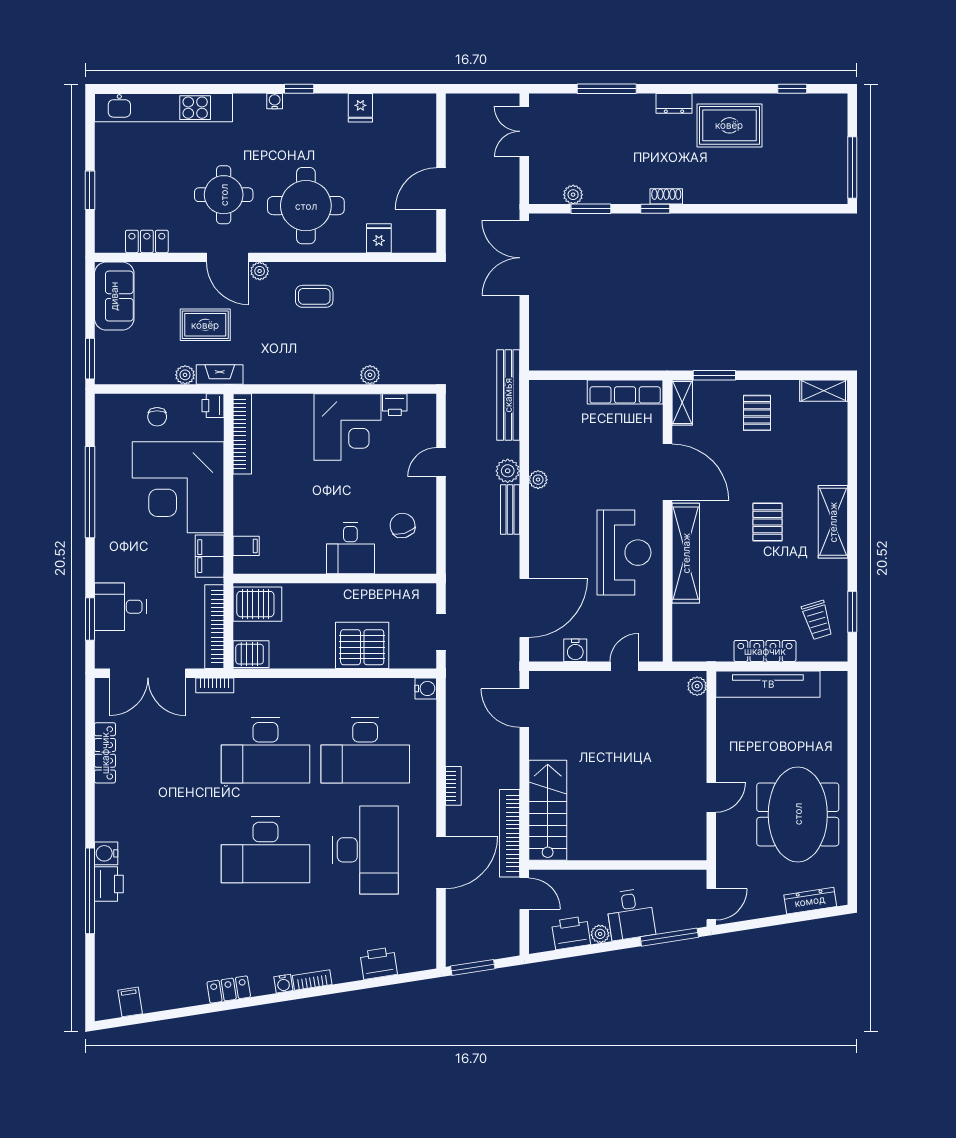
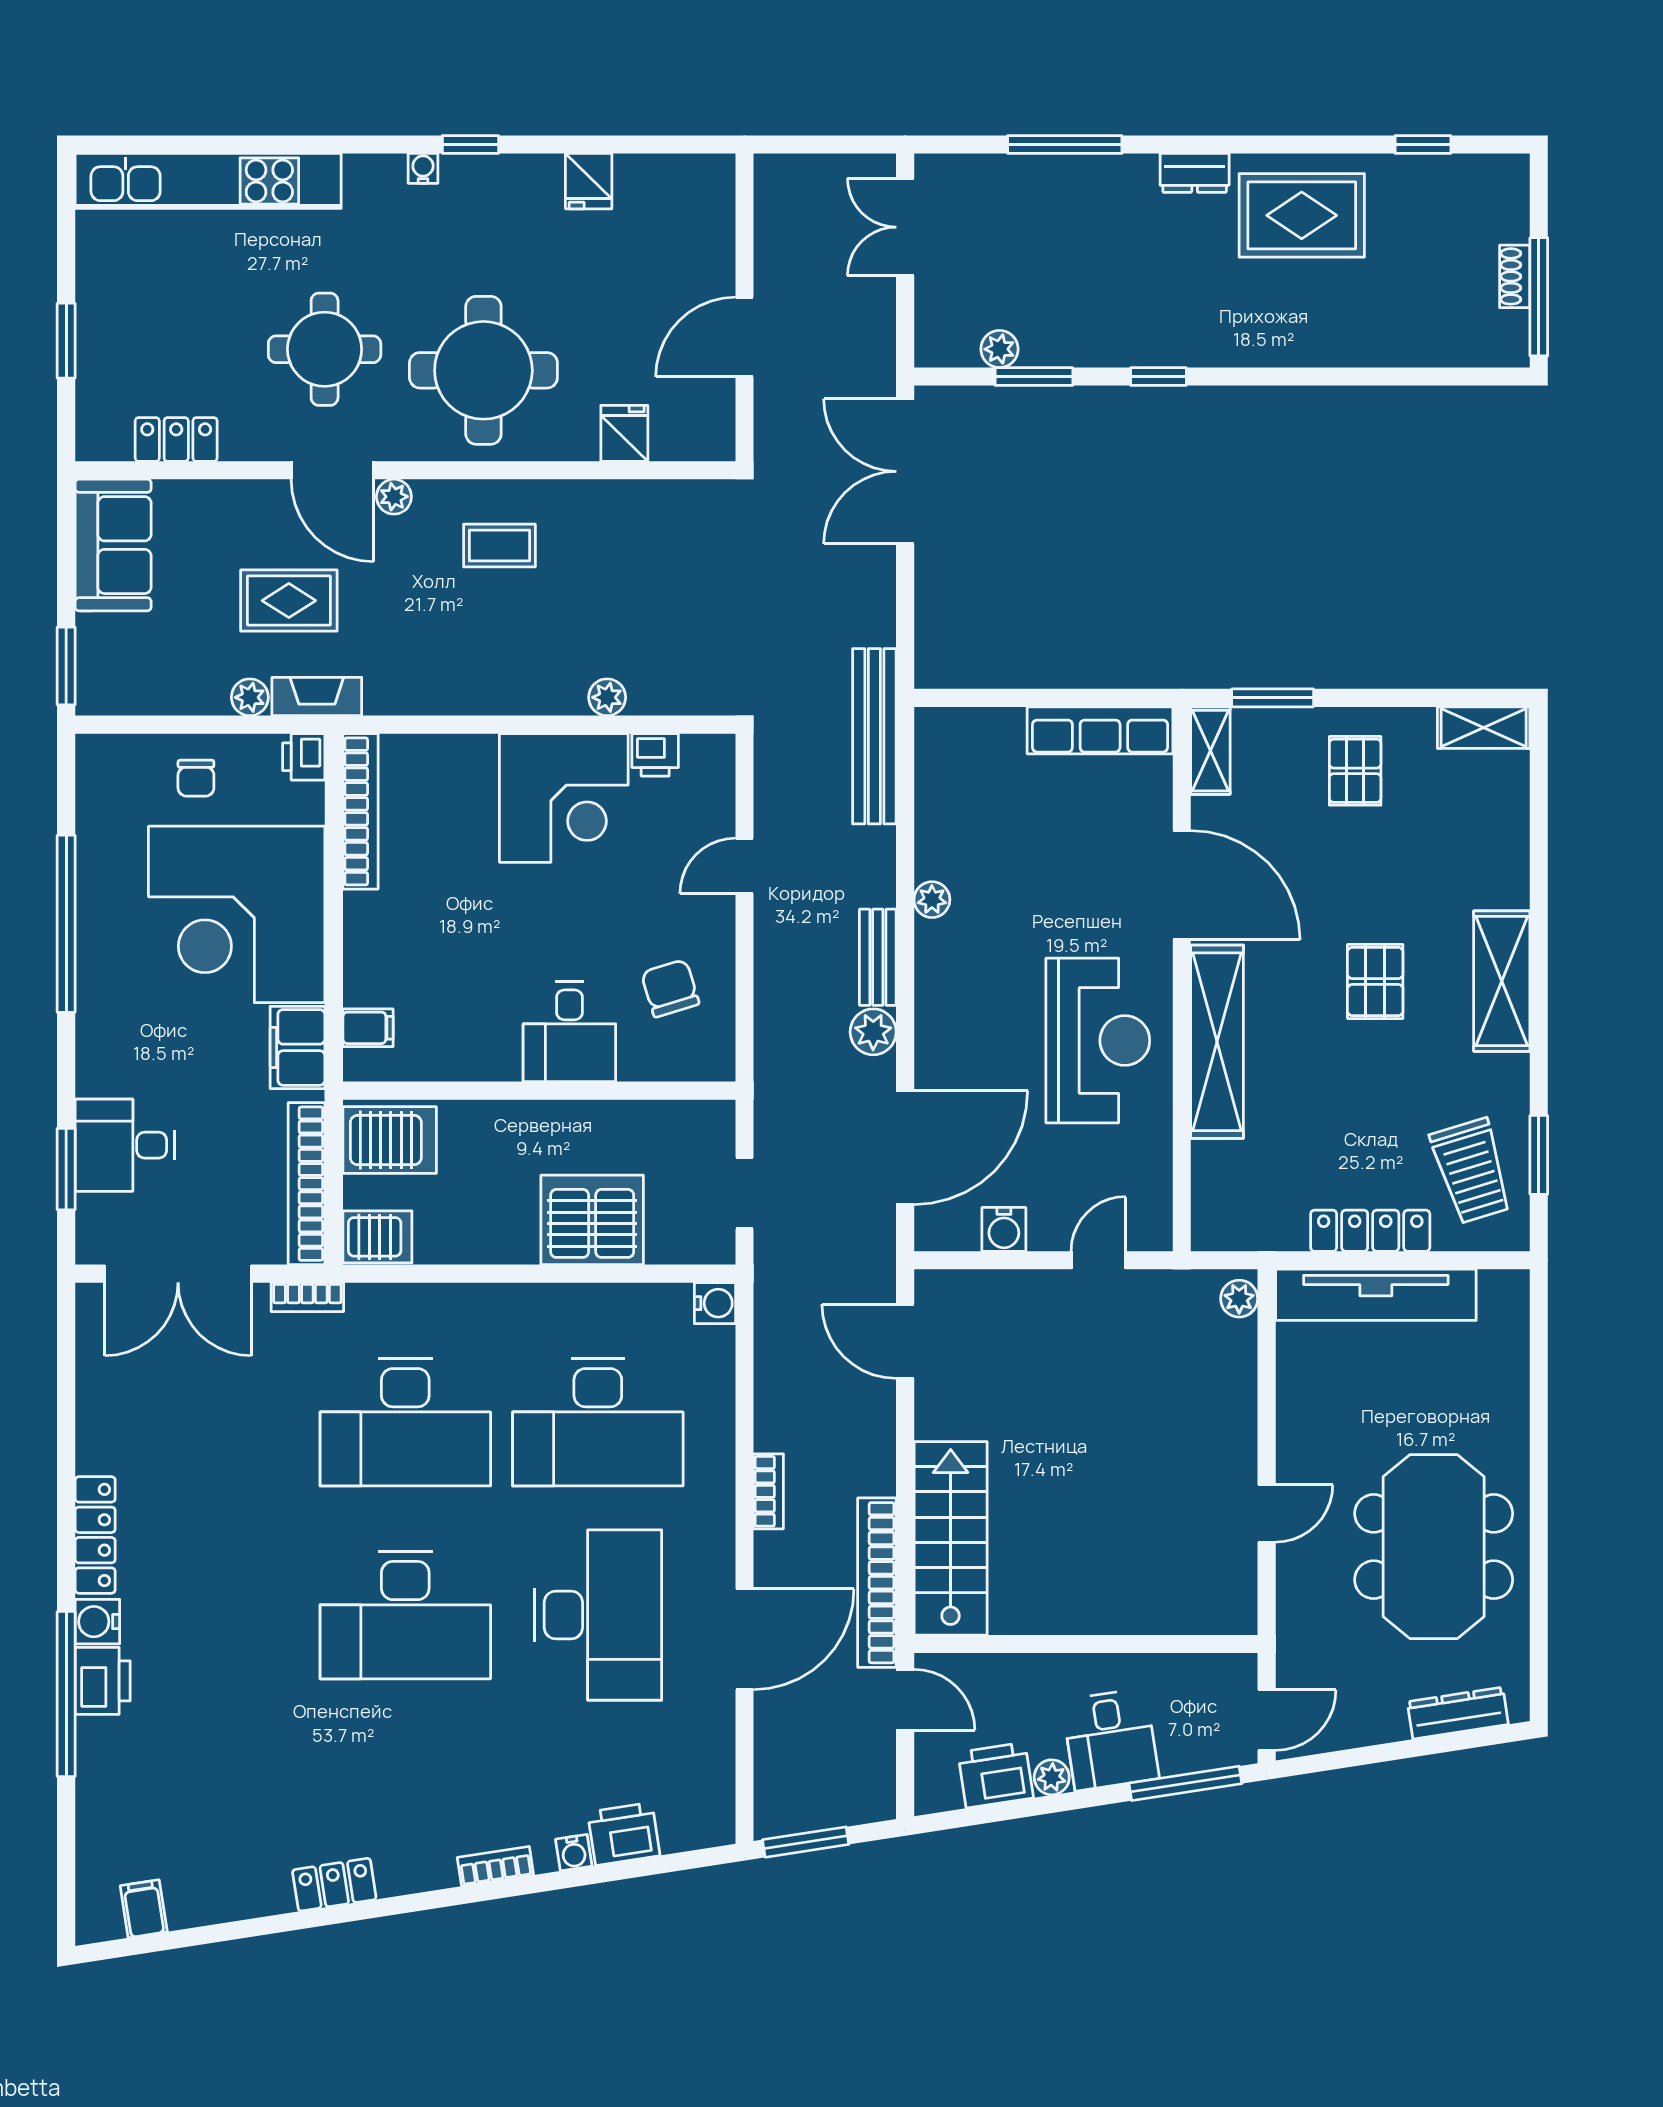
shoe rack: (666, 196) -> (1515, 276), moved, turned -90
plant: (508, 471) -> (873, 1032), moved
trolley: (817, 620) -> (1471, 1171), width x1.36, depth x1.39
locker: (105, 753) -> (95, 1535), moved
water cooler: (283, 984) -> (574, 1853), moved

